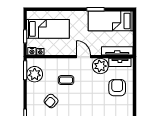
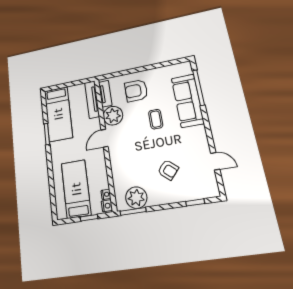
coffee table: (66, 80) -> (156, 119), moved

